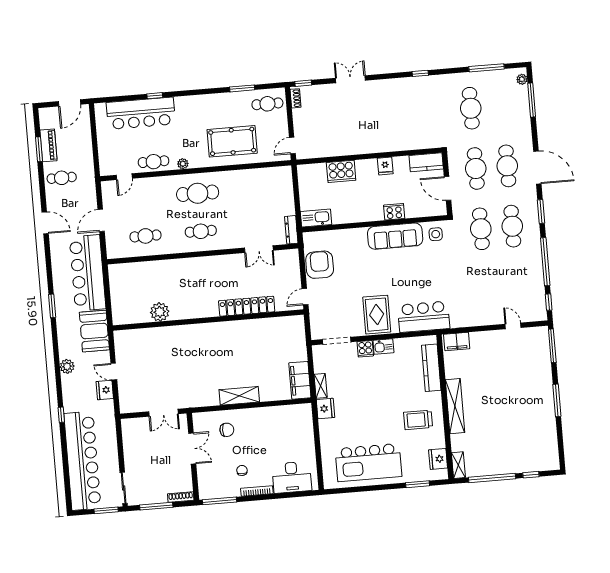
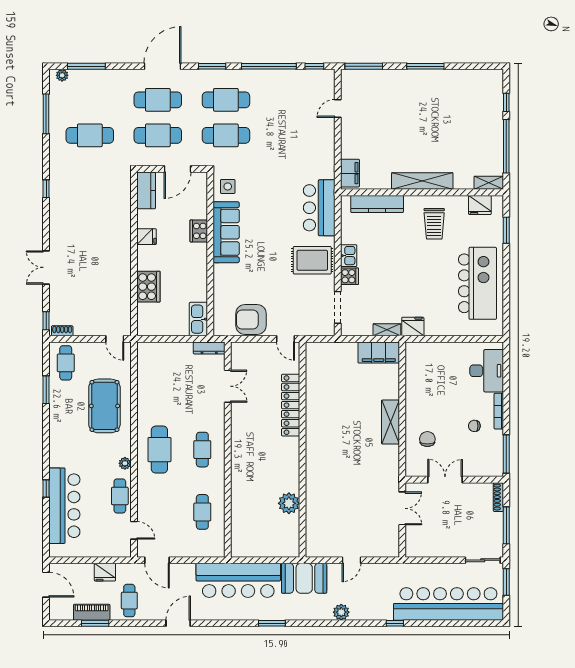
door: (101, 220) -> (157, 560), moved
fridge: (105, 390) -> (105, 572), moved

